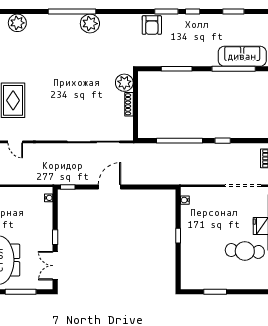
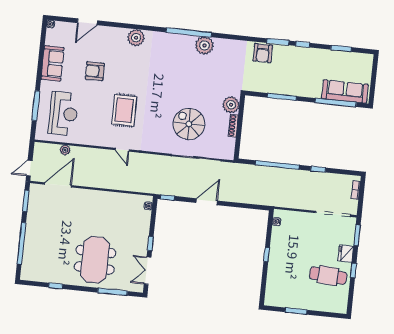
spiral stairs: (82, 107) -> (189, 124), added

